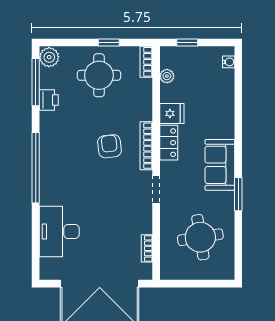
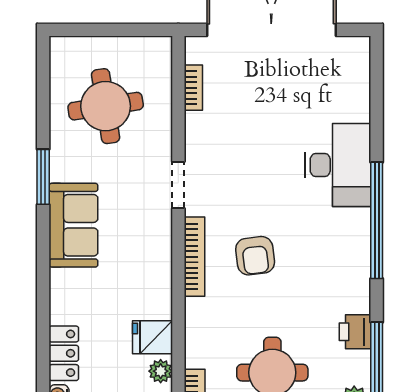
fridge: (172, 113) -> (153, 337), moved
locker: (169, 143) -> (64, 353), moved, turned 180
desk: (59, 231) -> (338, 165), moved

